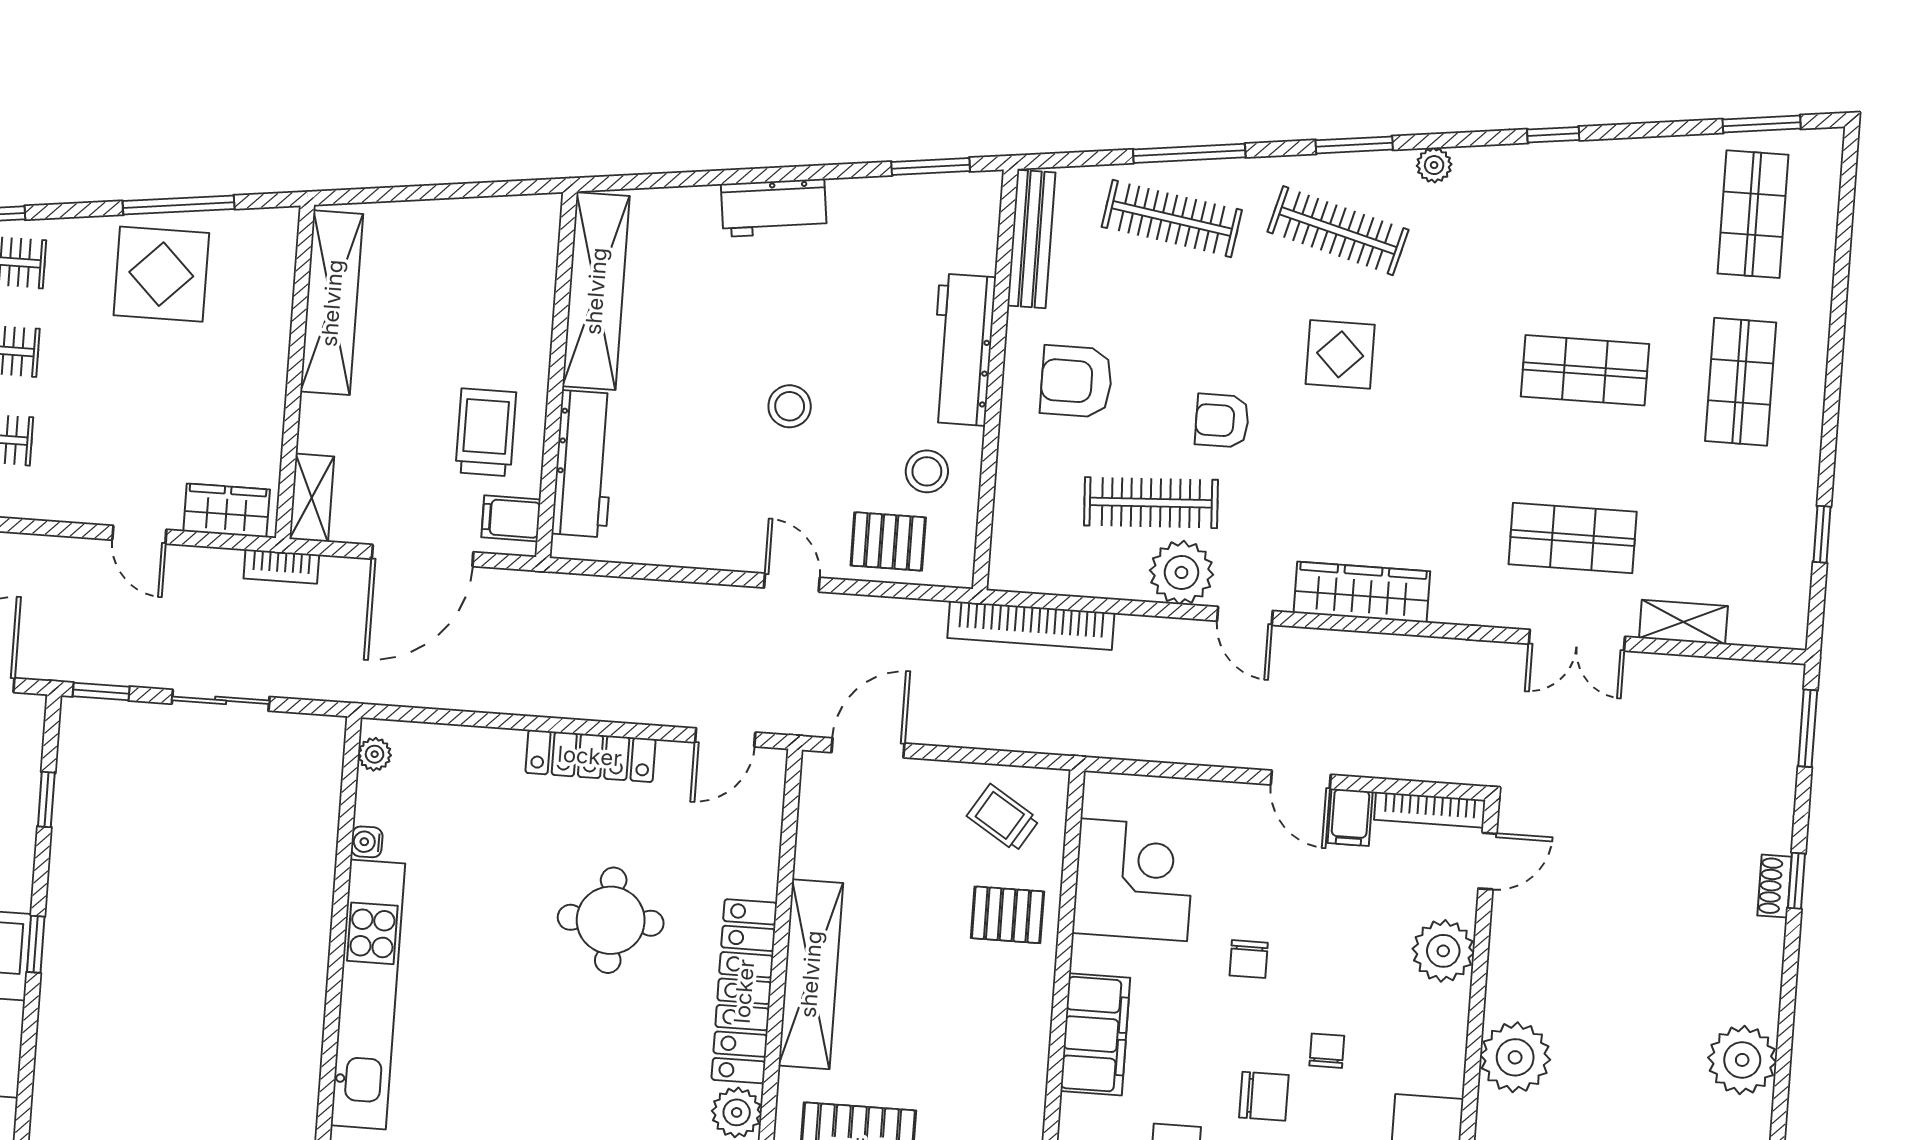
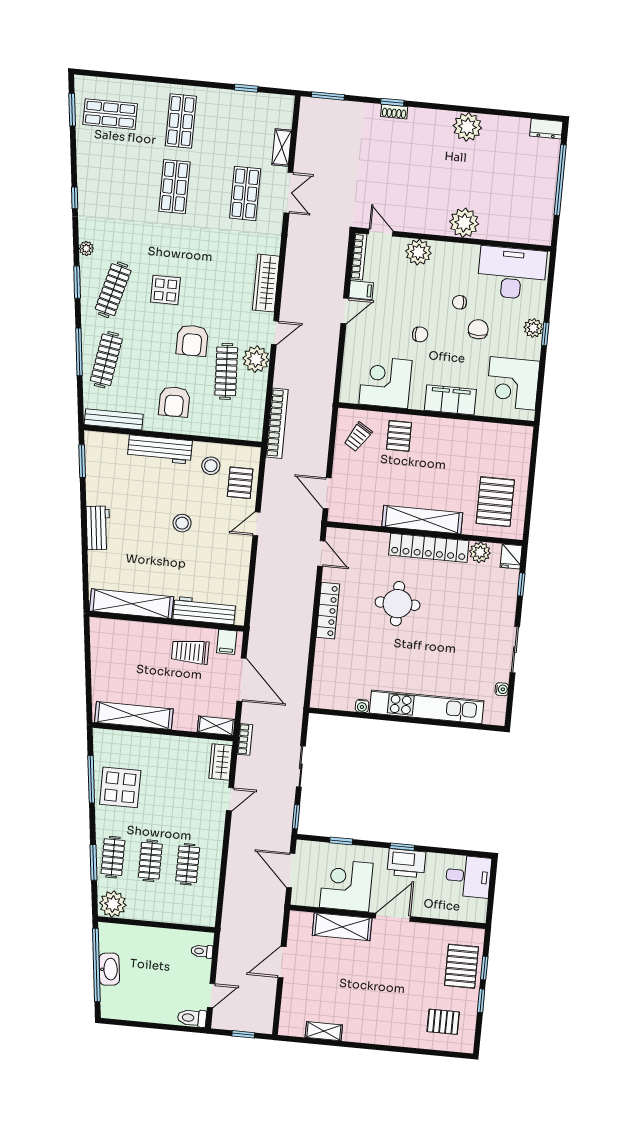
shop shelf: (1741, 382) -> (181, 121), turned 90
armchair: (1222, 421) -> (192, 340), width x1.38, depth x1.38
plant: (375, 754) -> (325, 702), removed

